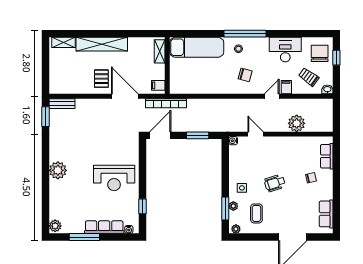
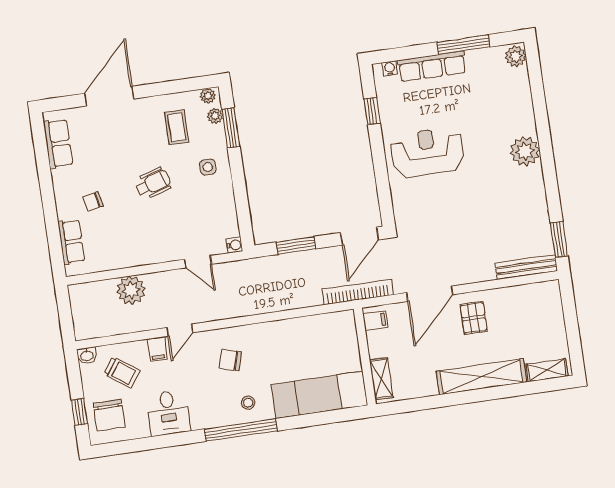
desk: (285, 50) -> (168, 413), width x0.73
door: (125, 96) -> (430, 294), hinge flipped
bench: (62, 104) -> (526, 267), width x1.36
plant: (233, 206) -> (215, 116), moved

